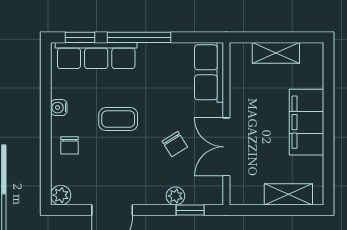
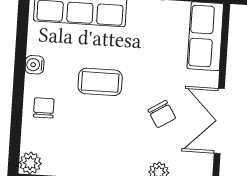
chair: (69, 145) -> (44, 108), turned 180

